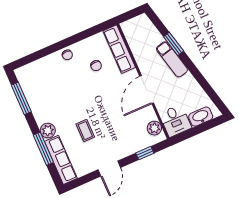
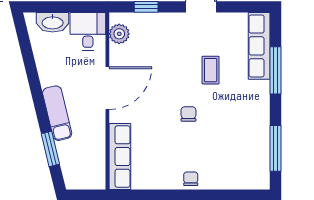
window: (174, 44) -> (50, 149), moved
chair: (96, 66) -> (188, 114), moved
plant: (48, 130) -> (259, 92), removed

